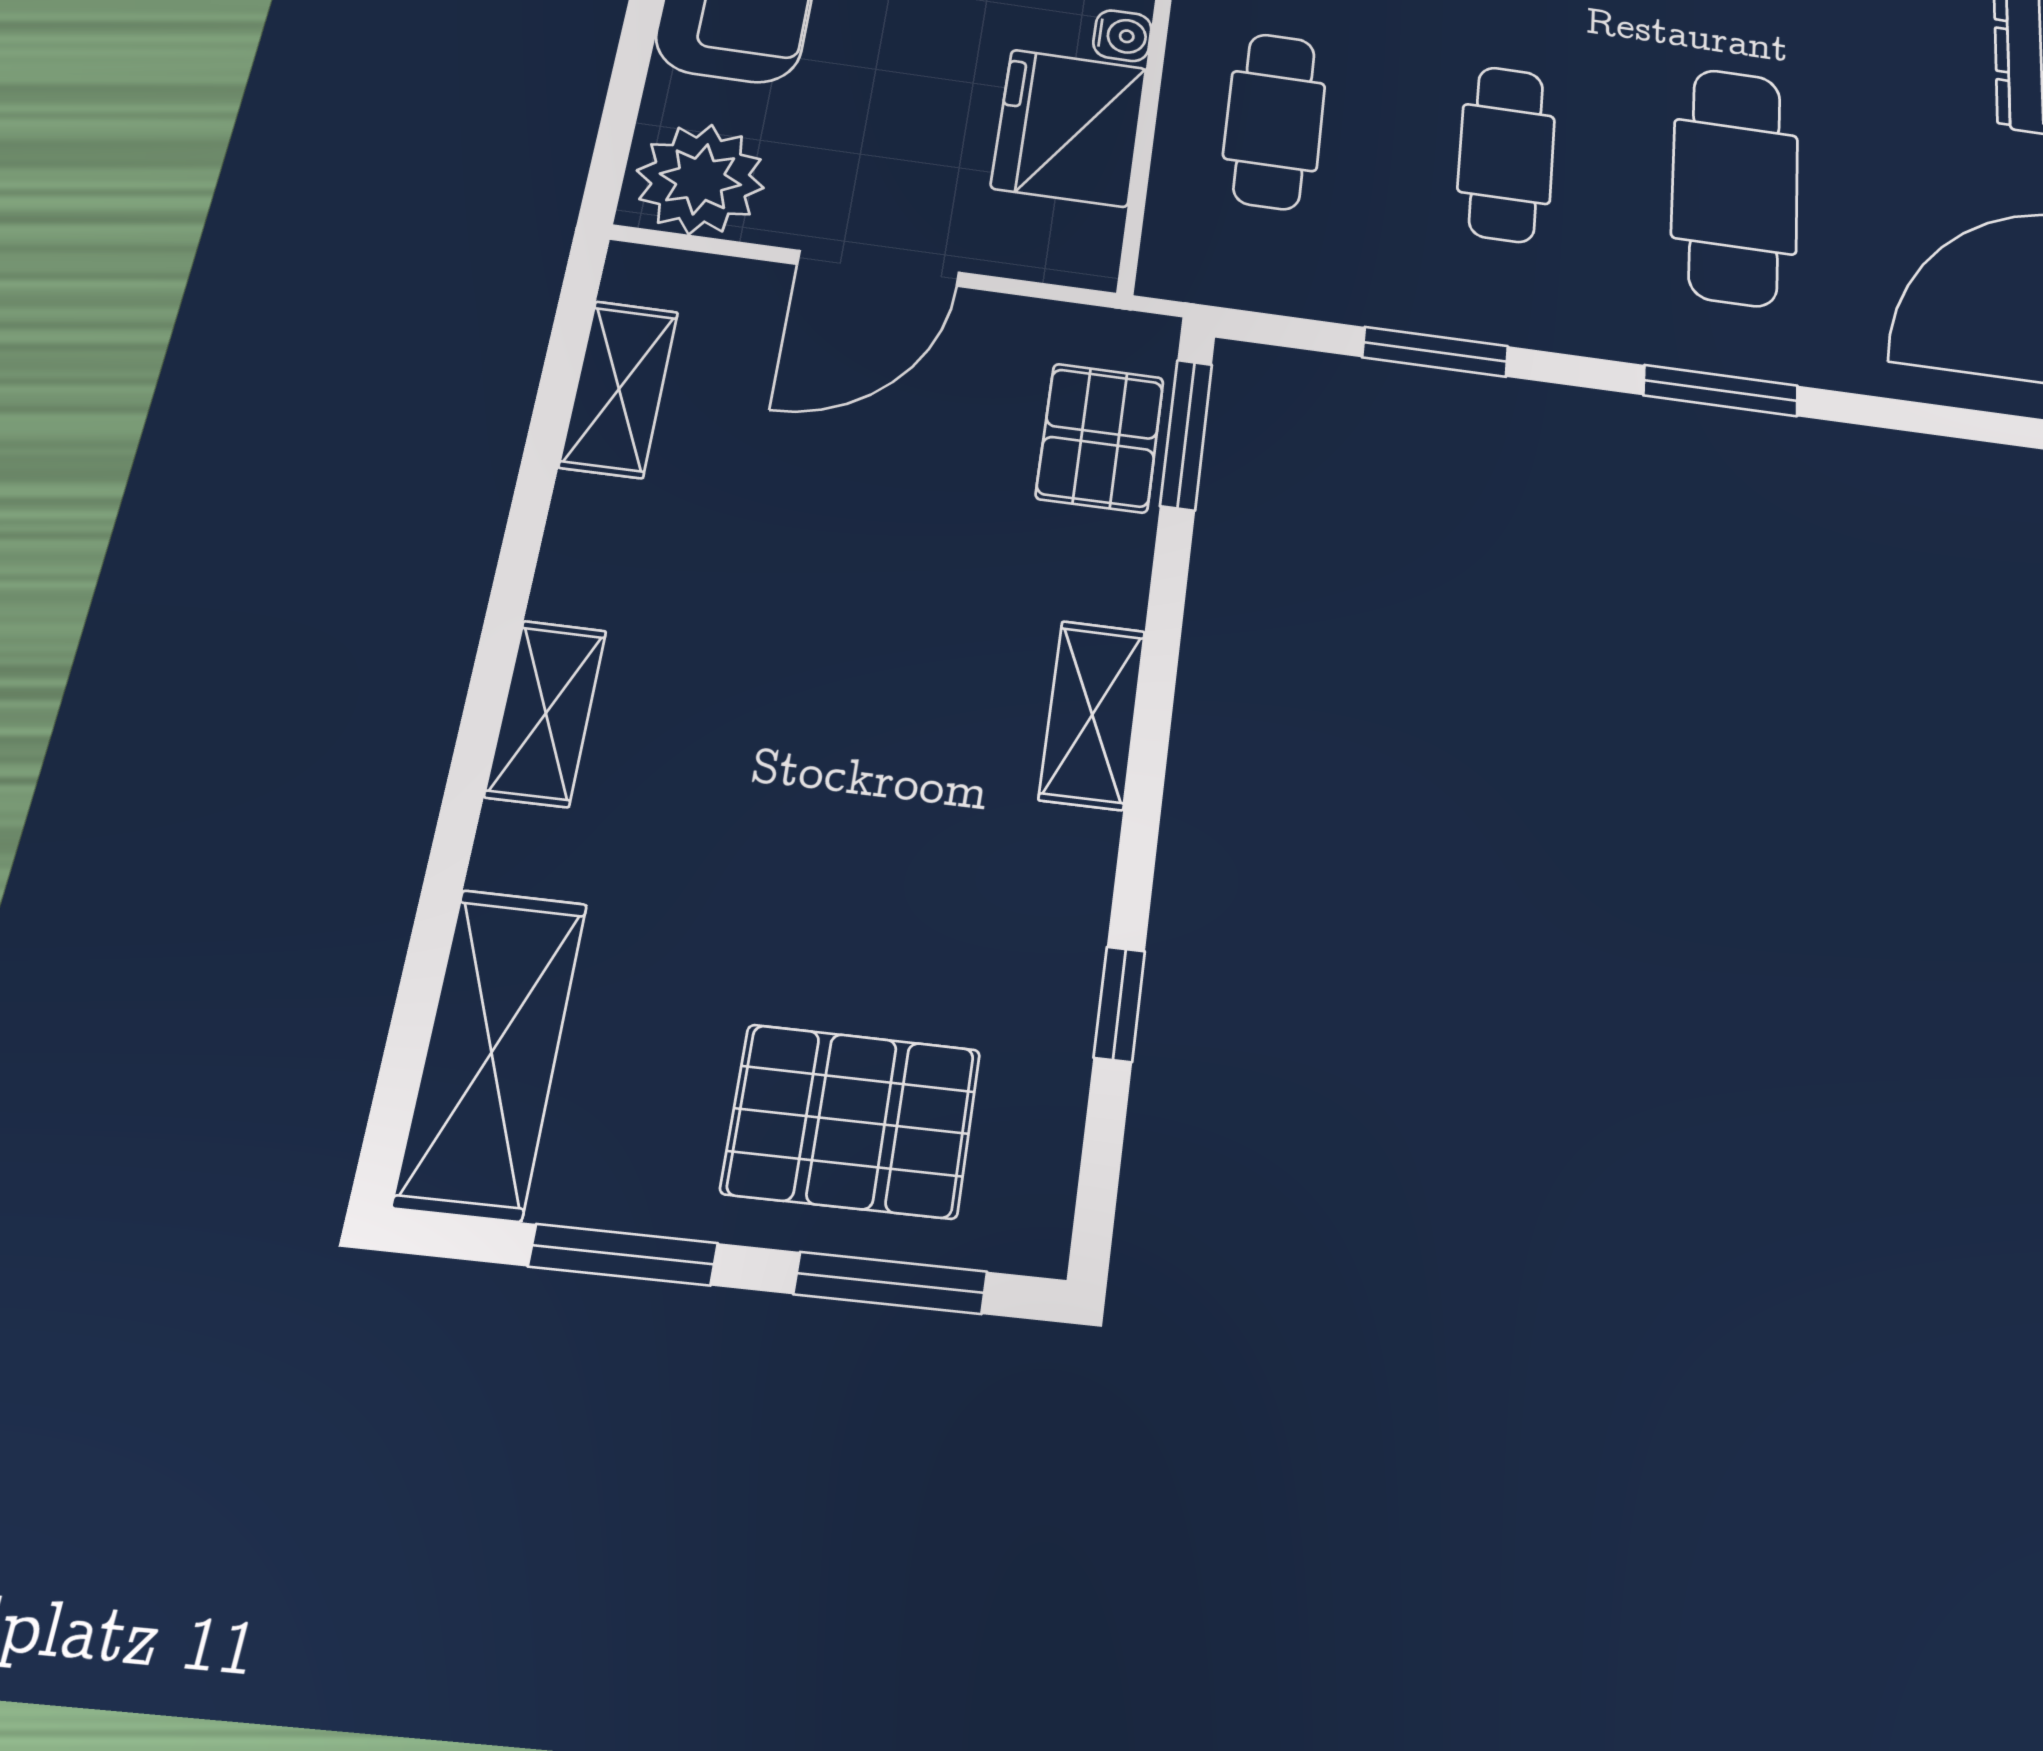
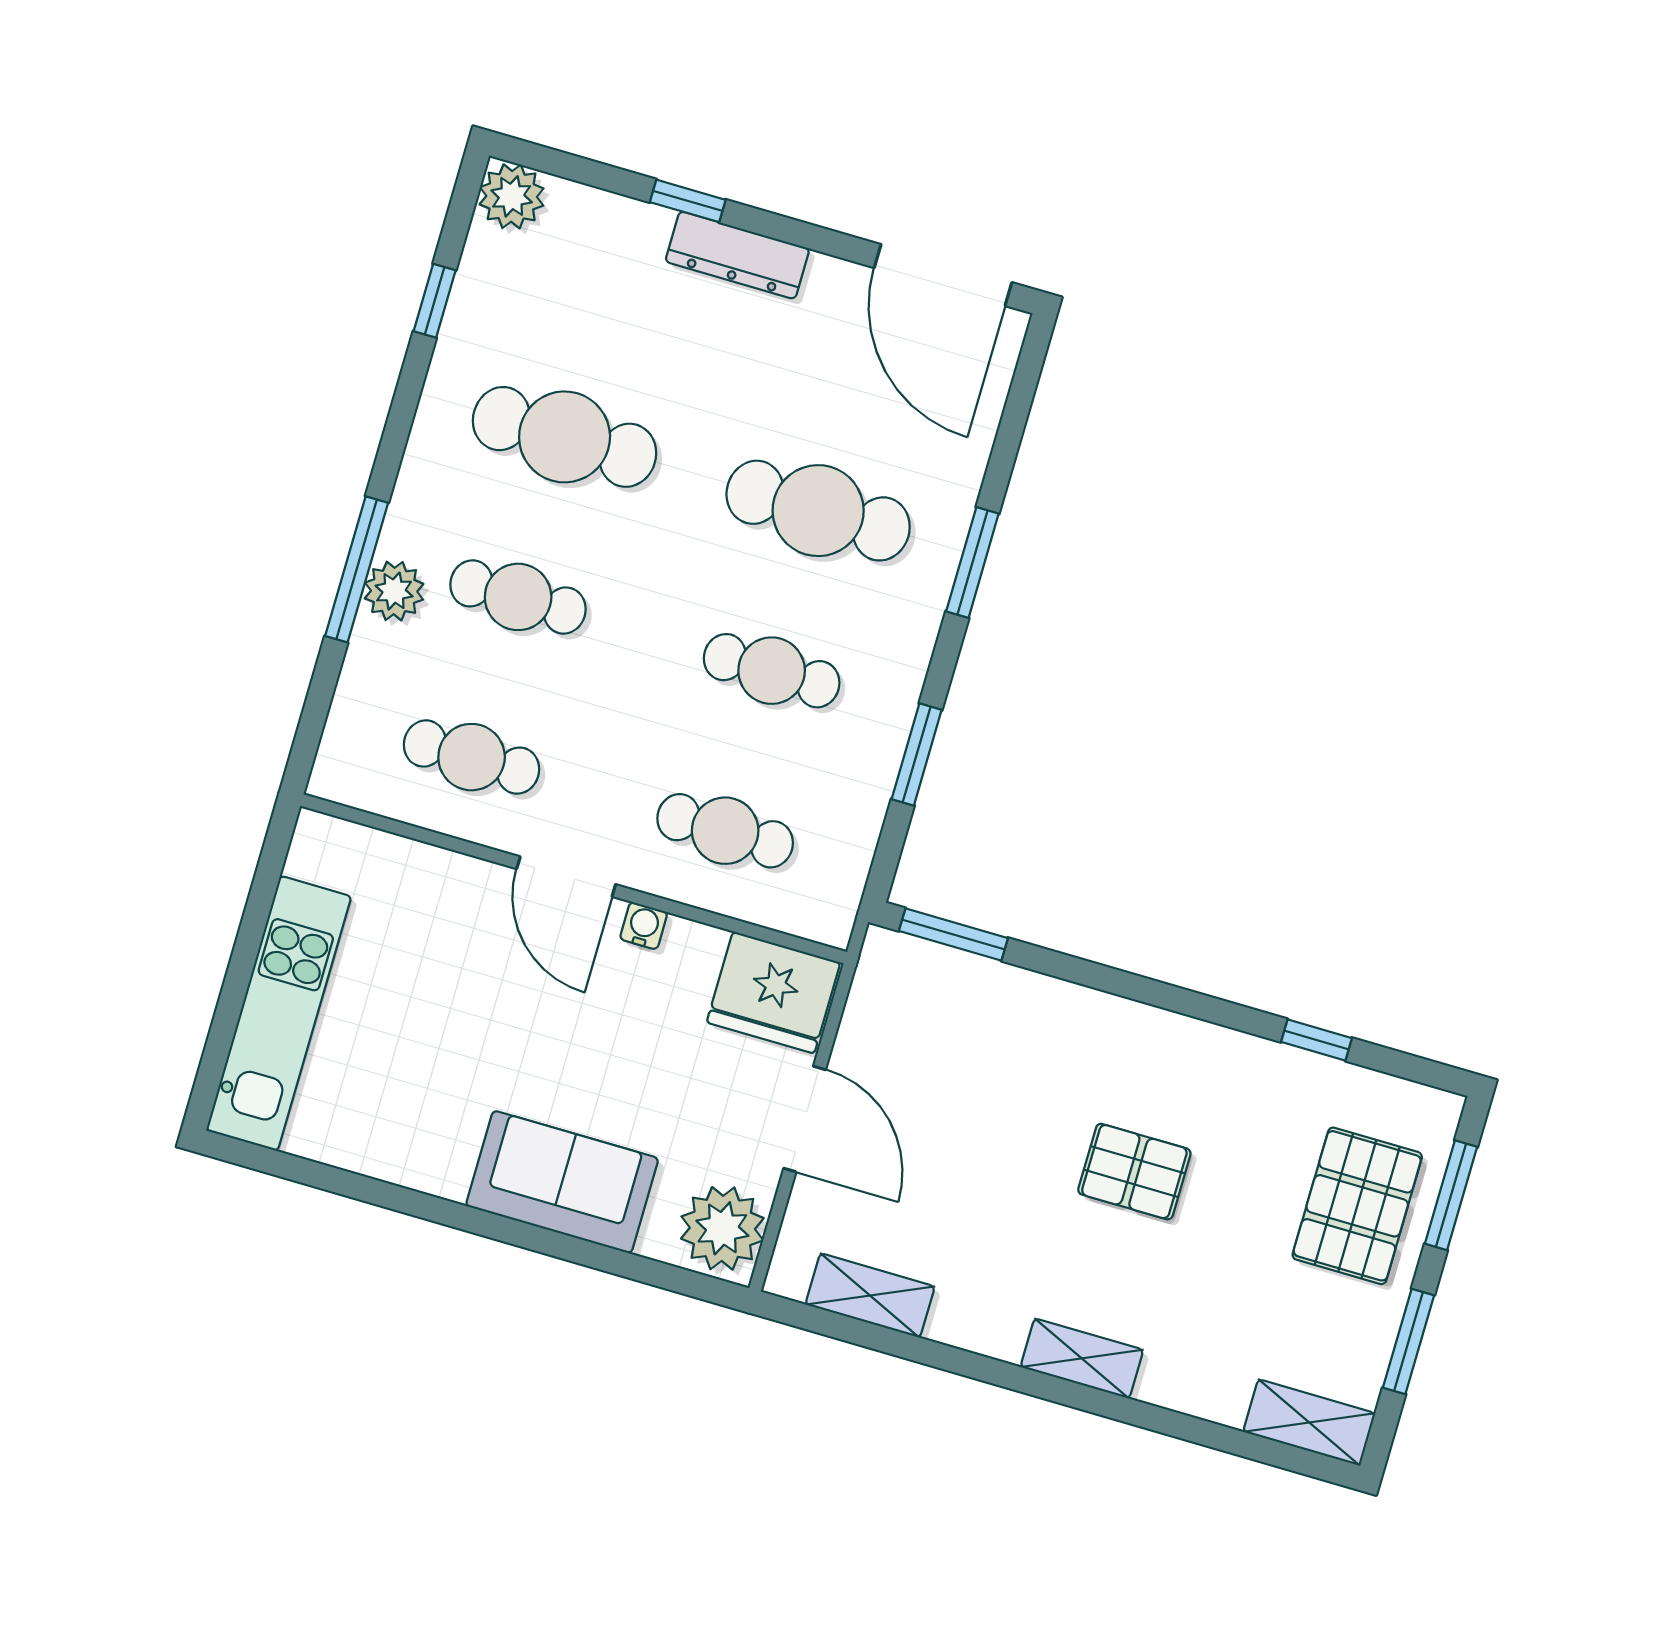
fridge: (1069, 128) -> (774, 992), moved
pallet: (1100, 438) -> (1134, 1172), moved
shelving: (1092, 715) -> (1135, 1027), removed
shelving: (491, 1052) -> (1309, 1422), width x0.67, depth x0.75

